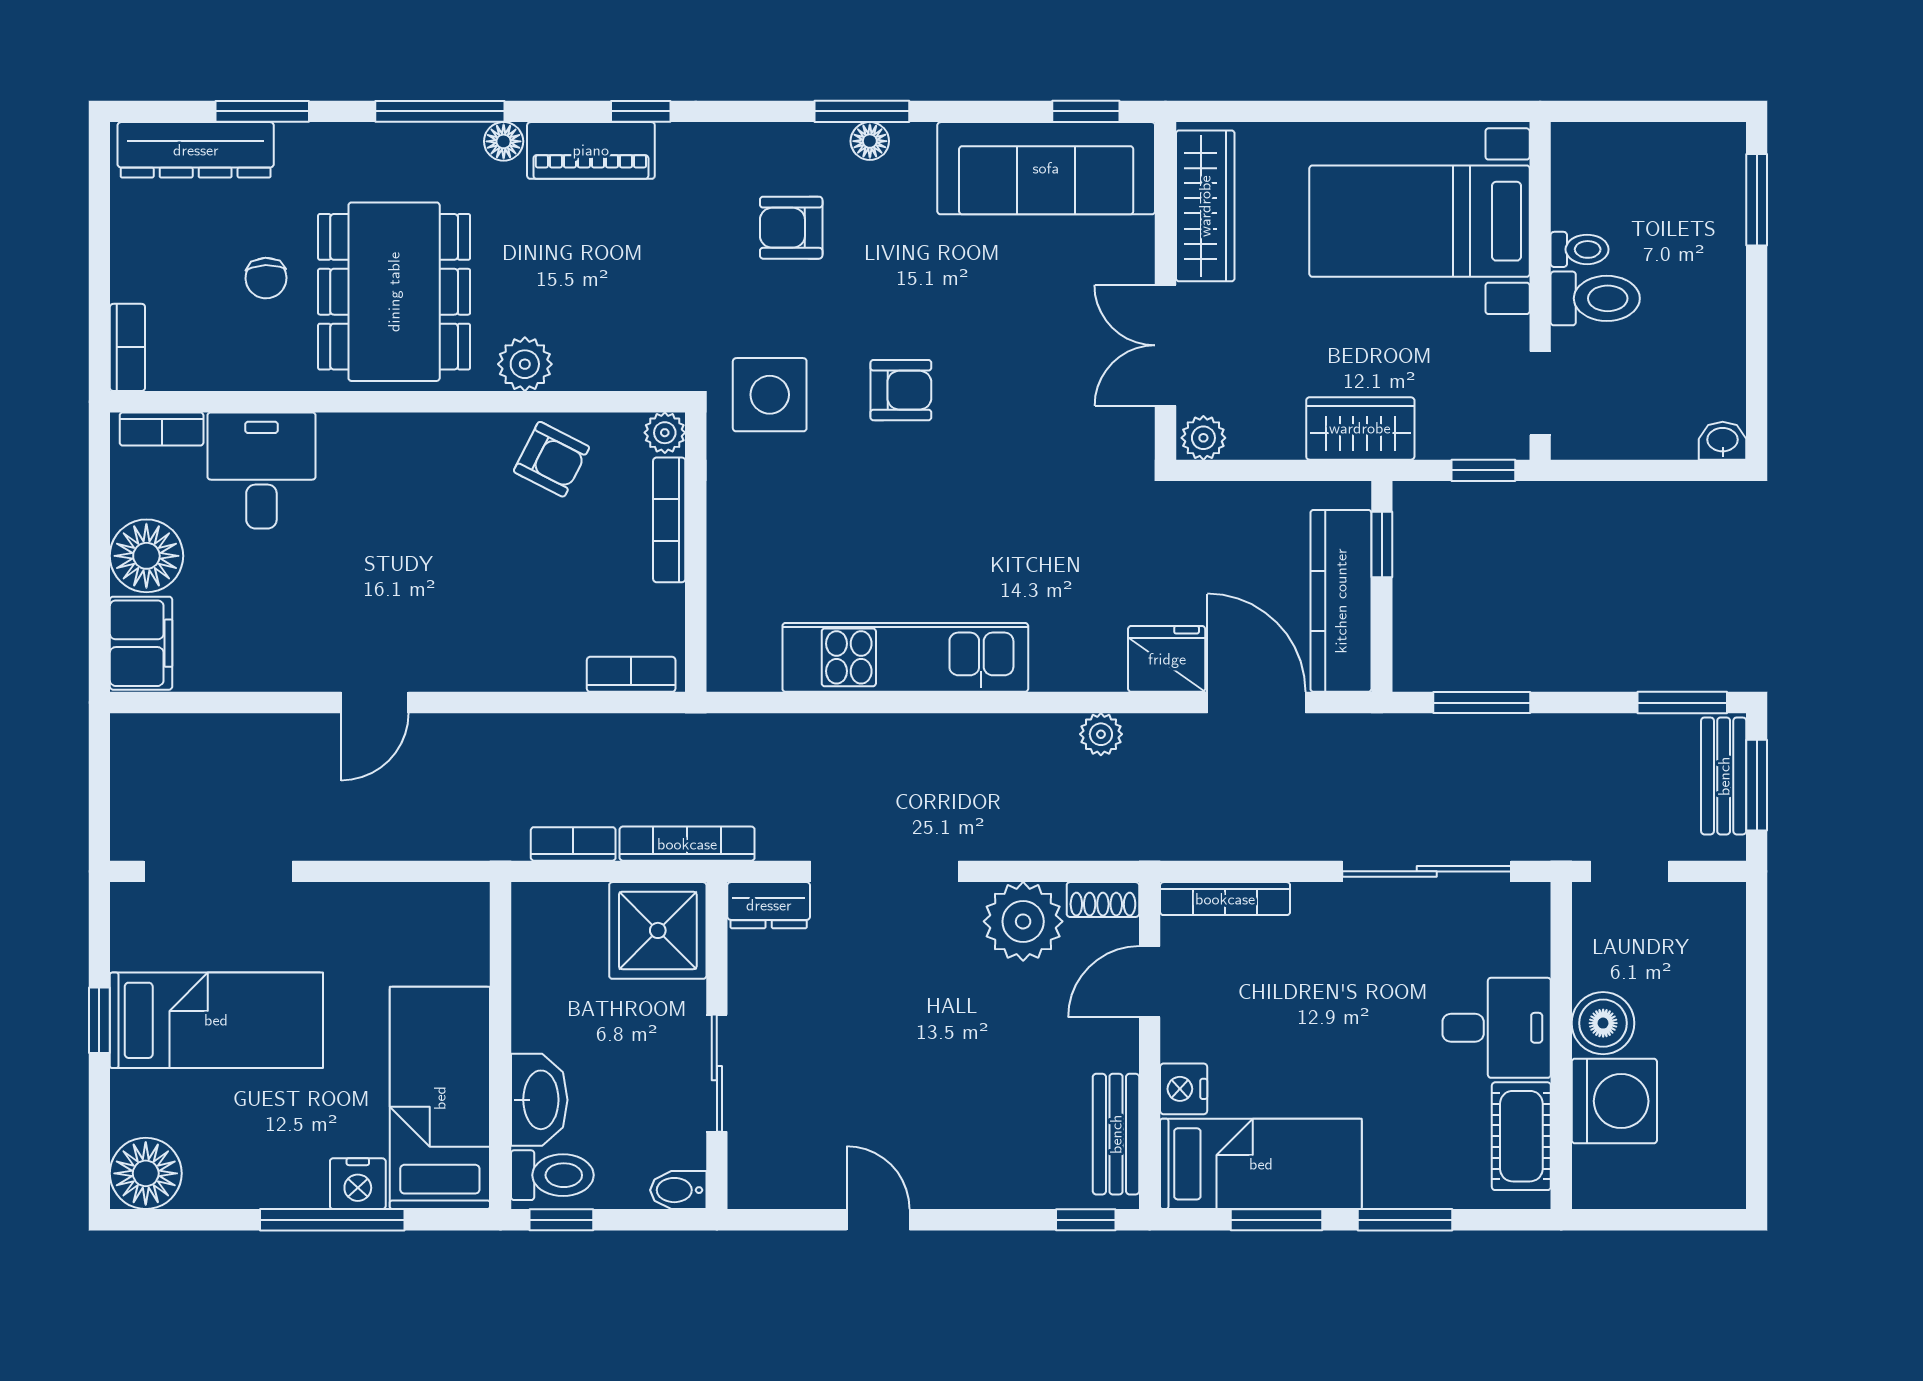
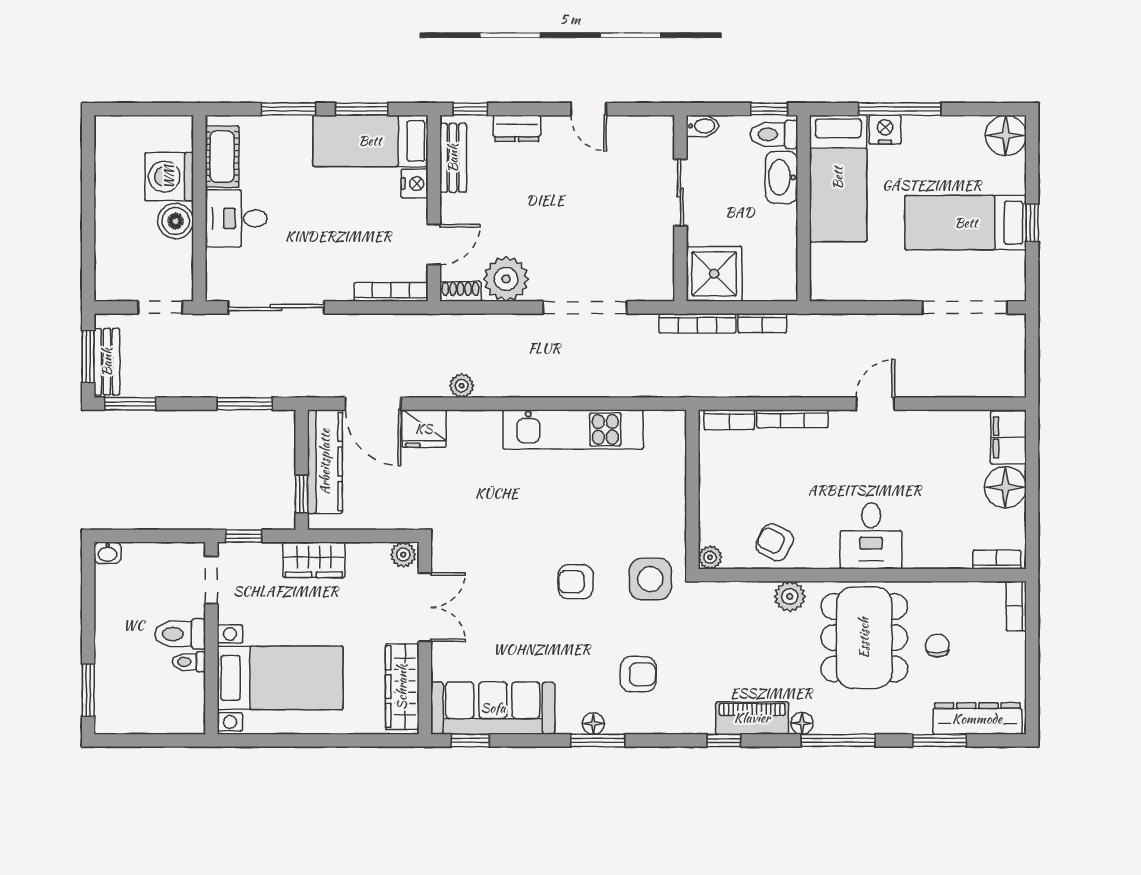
desk: (261, 470) -> (871, 536), moved
bookcase: (669, 520) -> (792, 419), moved, turned 90
dresser: (769, 905) -> (517, 128), moved, turned 180

